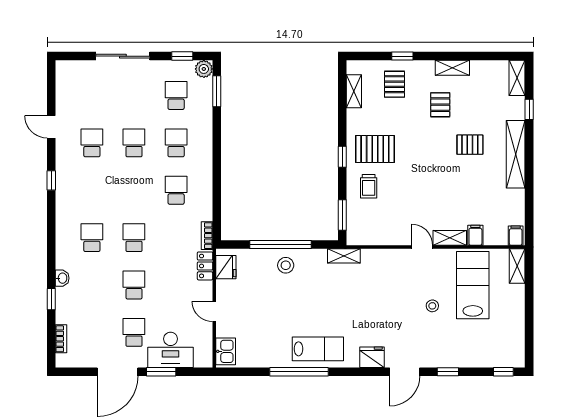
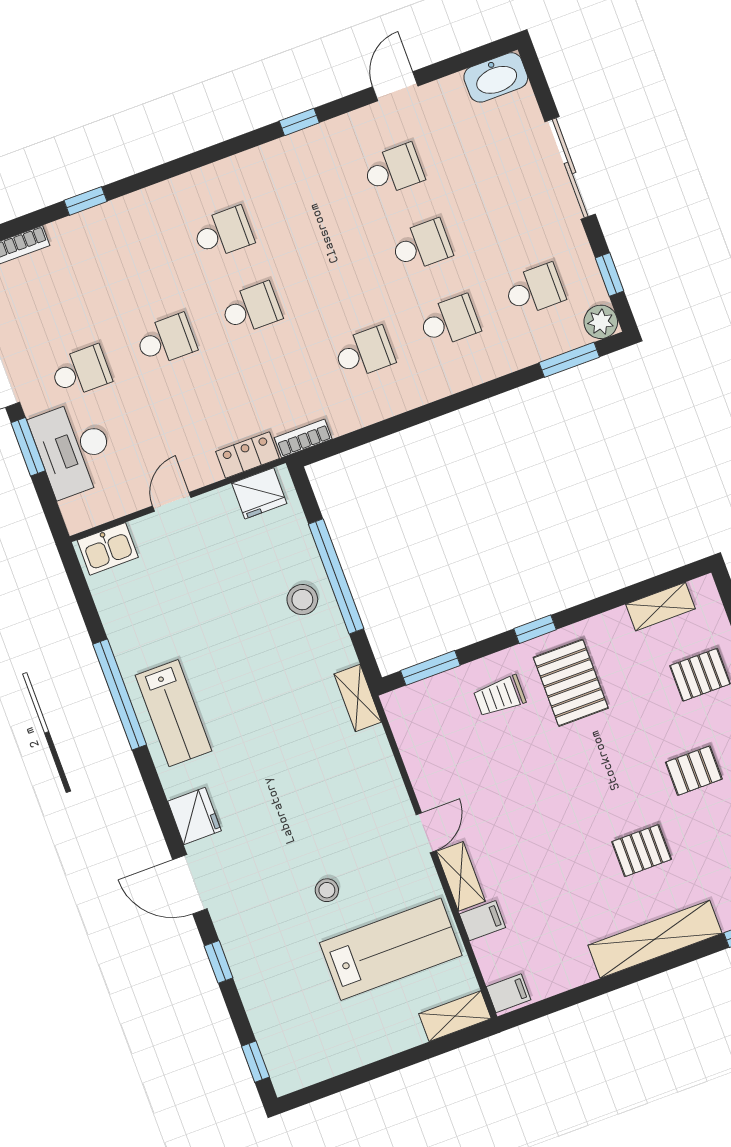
pallet: (470, 145) -> (642, 851), turned 90
washbasin: (62, 278) -> (496, 77), moved, width x1.91, depth x1.45

